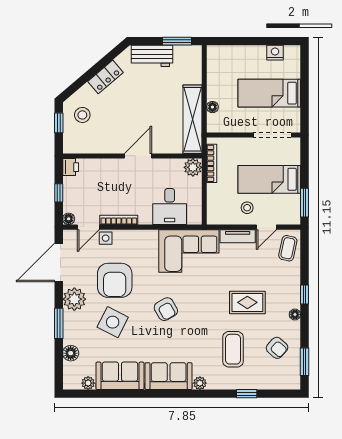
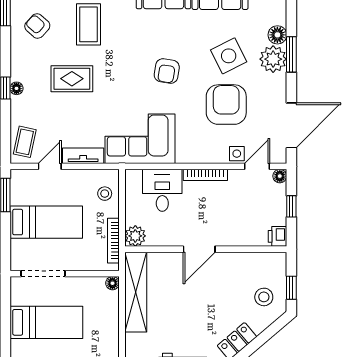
floor lamp: (212, 107) -> (112, 283), moved
stool: (247, 208) -> (105, 194), moved
bookcase: (119, 220) -> (205, 175), moved
plant: (74, 299) -> (273, 59), moved
armchair: (166, 309) -> (167, 71), turned -141
floor lamp: (295, 314) -> (16, 88), moved
side table: (113, 322) -> (229, 56), turned 36
floor lamp: (71, 353) -> (277, 35), moved

